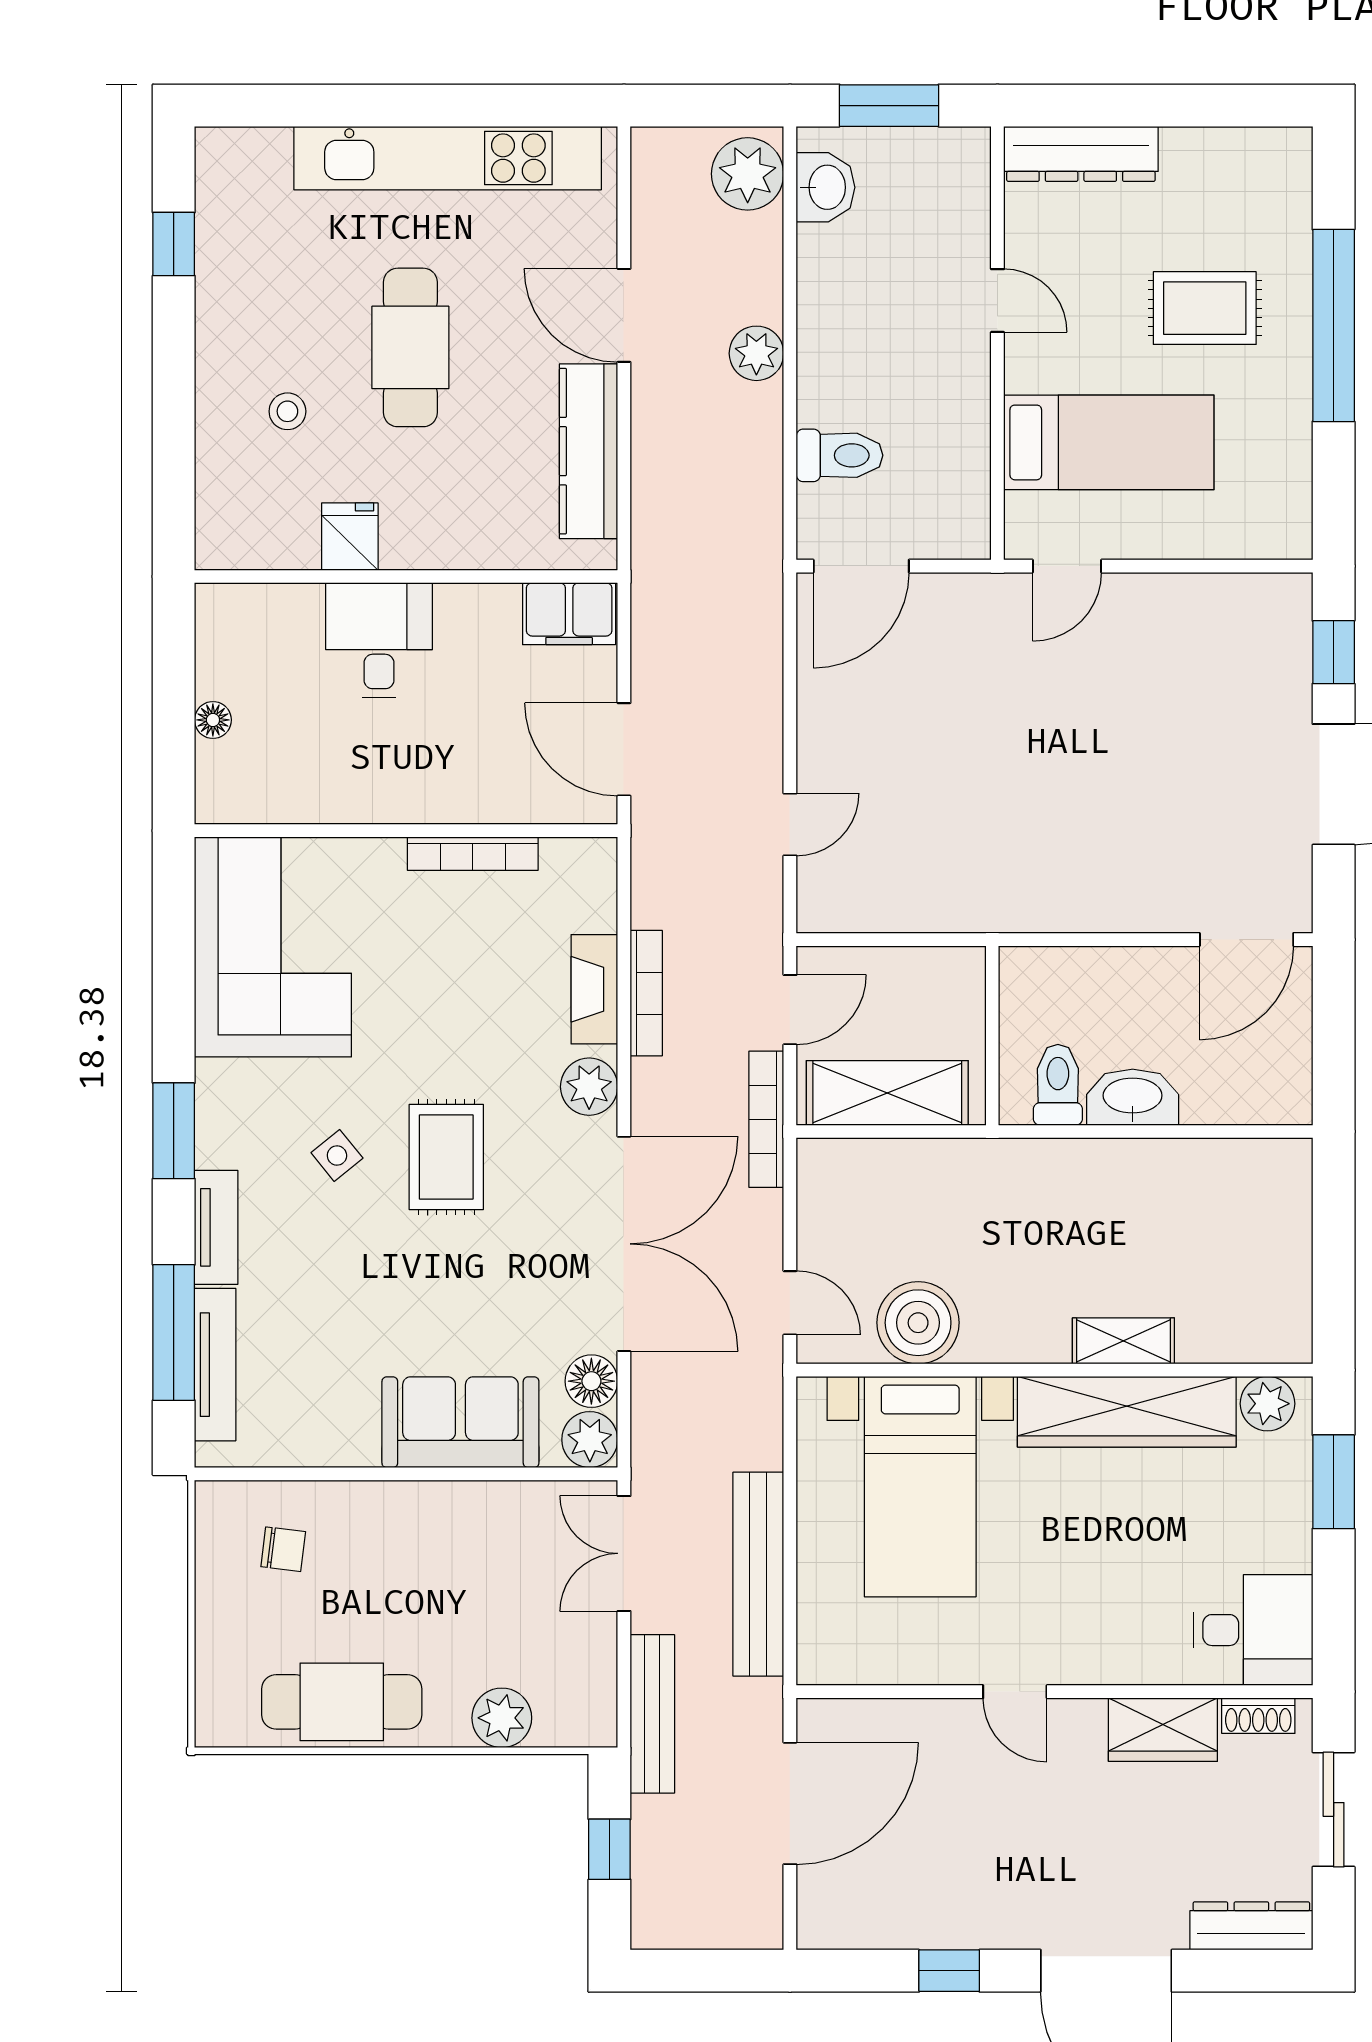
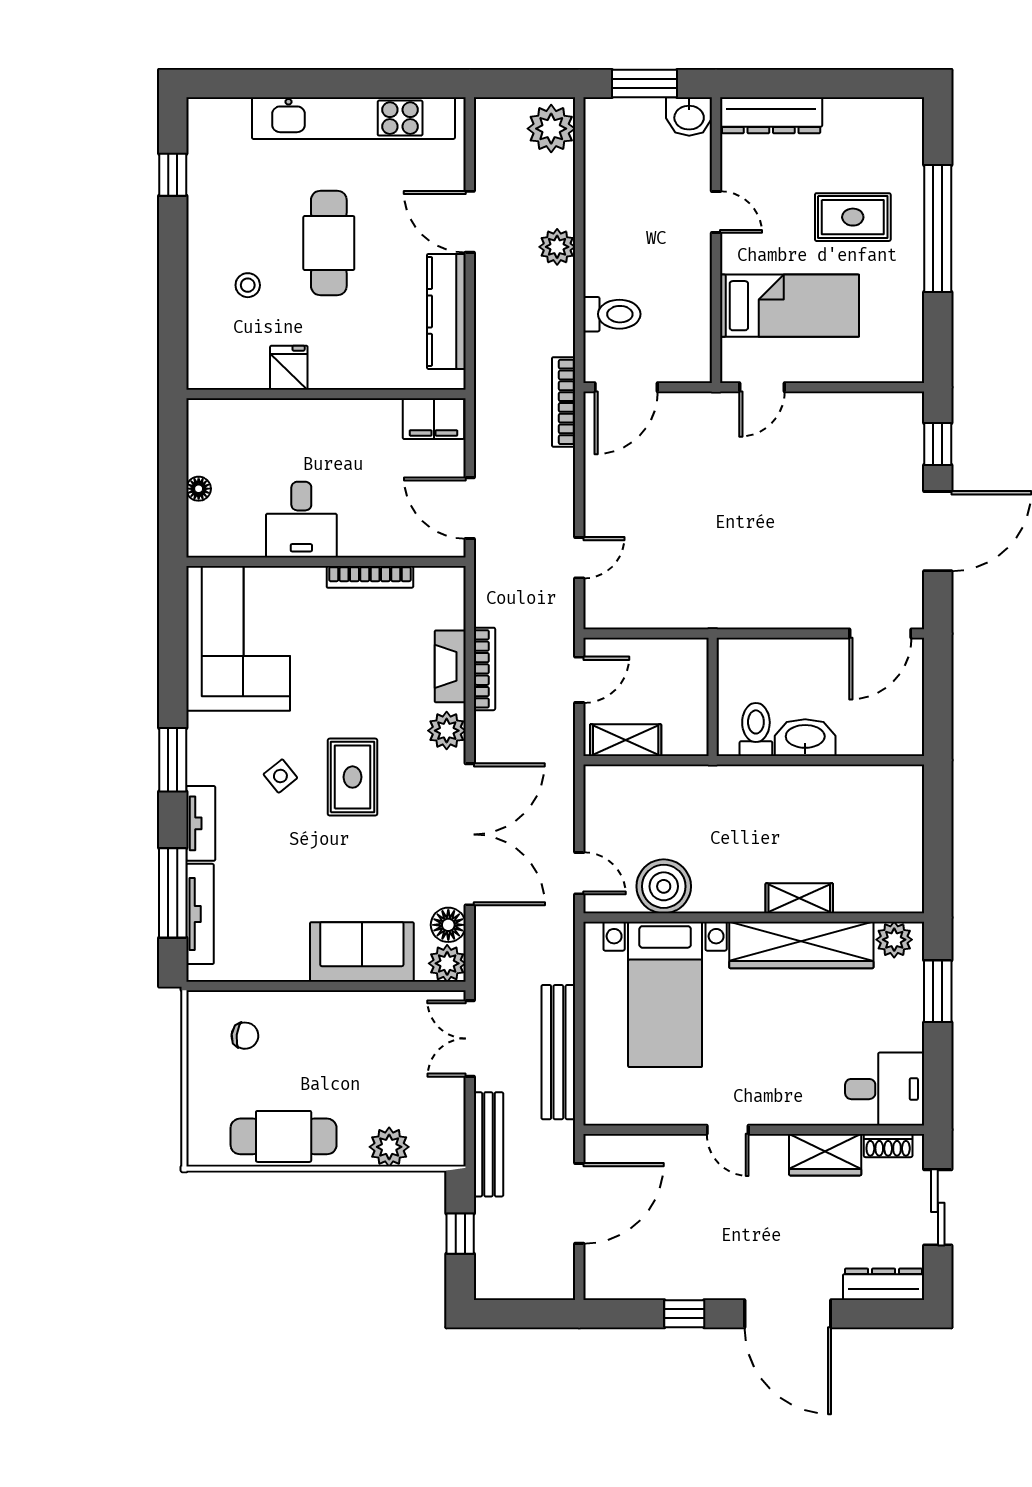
washbasin: (826, 187) -> (689, 116), moved, turned 90
desk: (379, 640) -> (301, 520), moved, turned 180
shelving: (887, 1093) -> (626, 740), width x0.67, depth x0.75
bookcase: (766, 1119) -> (564, 402), moved

